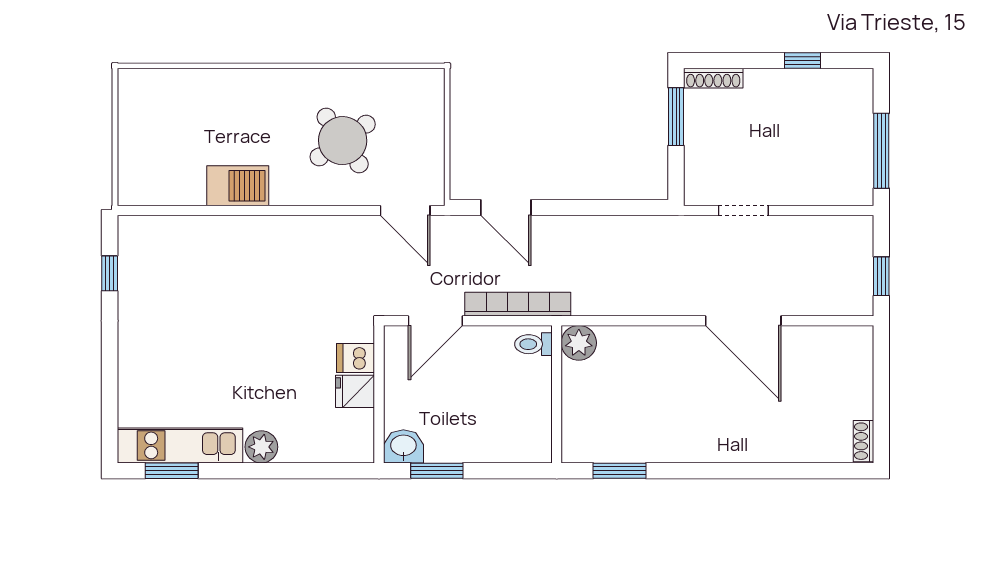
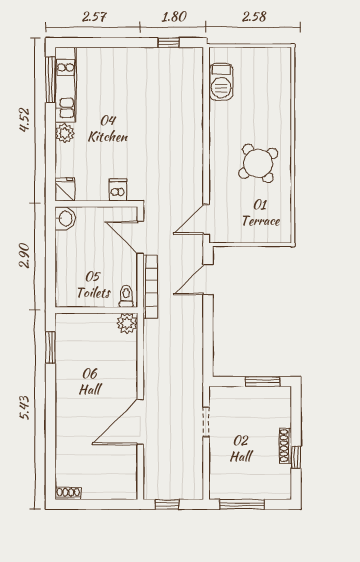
shoe rack: (713, 78) -> (285, 446), moved
round table: (343, 141) -> (258, 163), moved
barbecue: (238, 186) -> (221, 82), moved
fridge: (355, 391) -> (65, 189), moved
window: (172, 471) -> (50, 80), width x1.44
window: (437, 471) -> (50, 238), removed

